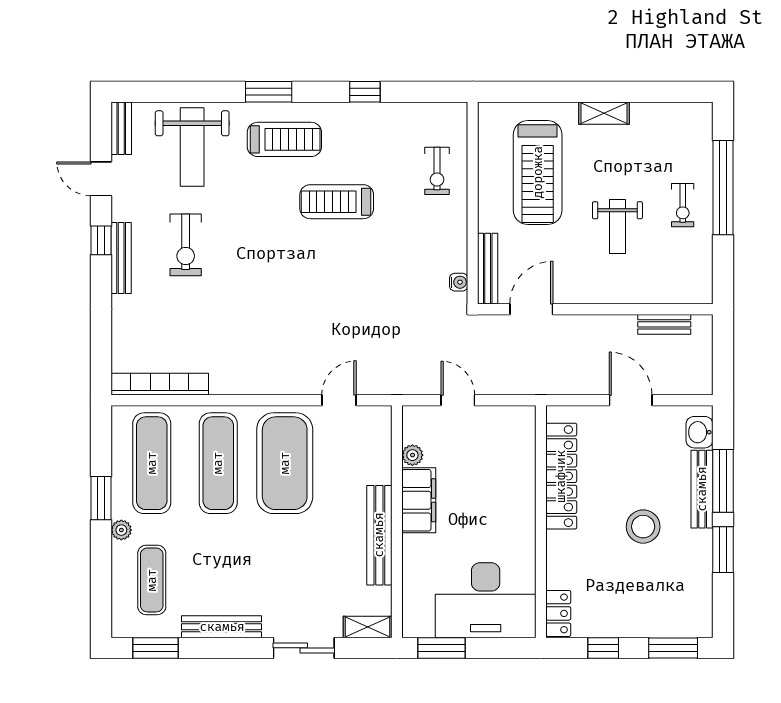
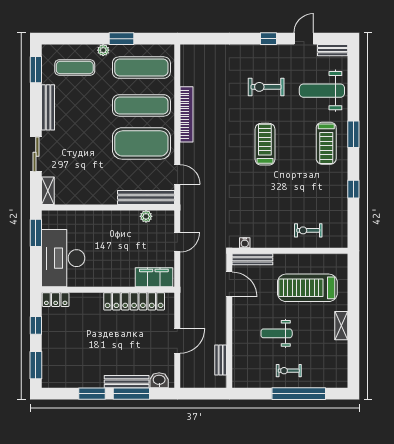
treadmill: (337, 202) -> (265, 144), moved
bench: (121, 258) -> (258, 50), removed
bookcase: (160, 384) -> (187, 114), moved
filing cabinet: (419, 500) -> (154, 277), moved, turned 180
stool: (643, 527) -> (105, 348), removed
bench: (379, 535) -> (146, 197), moved

